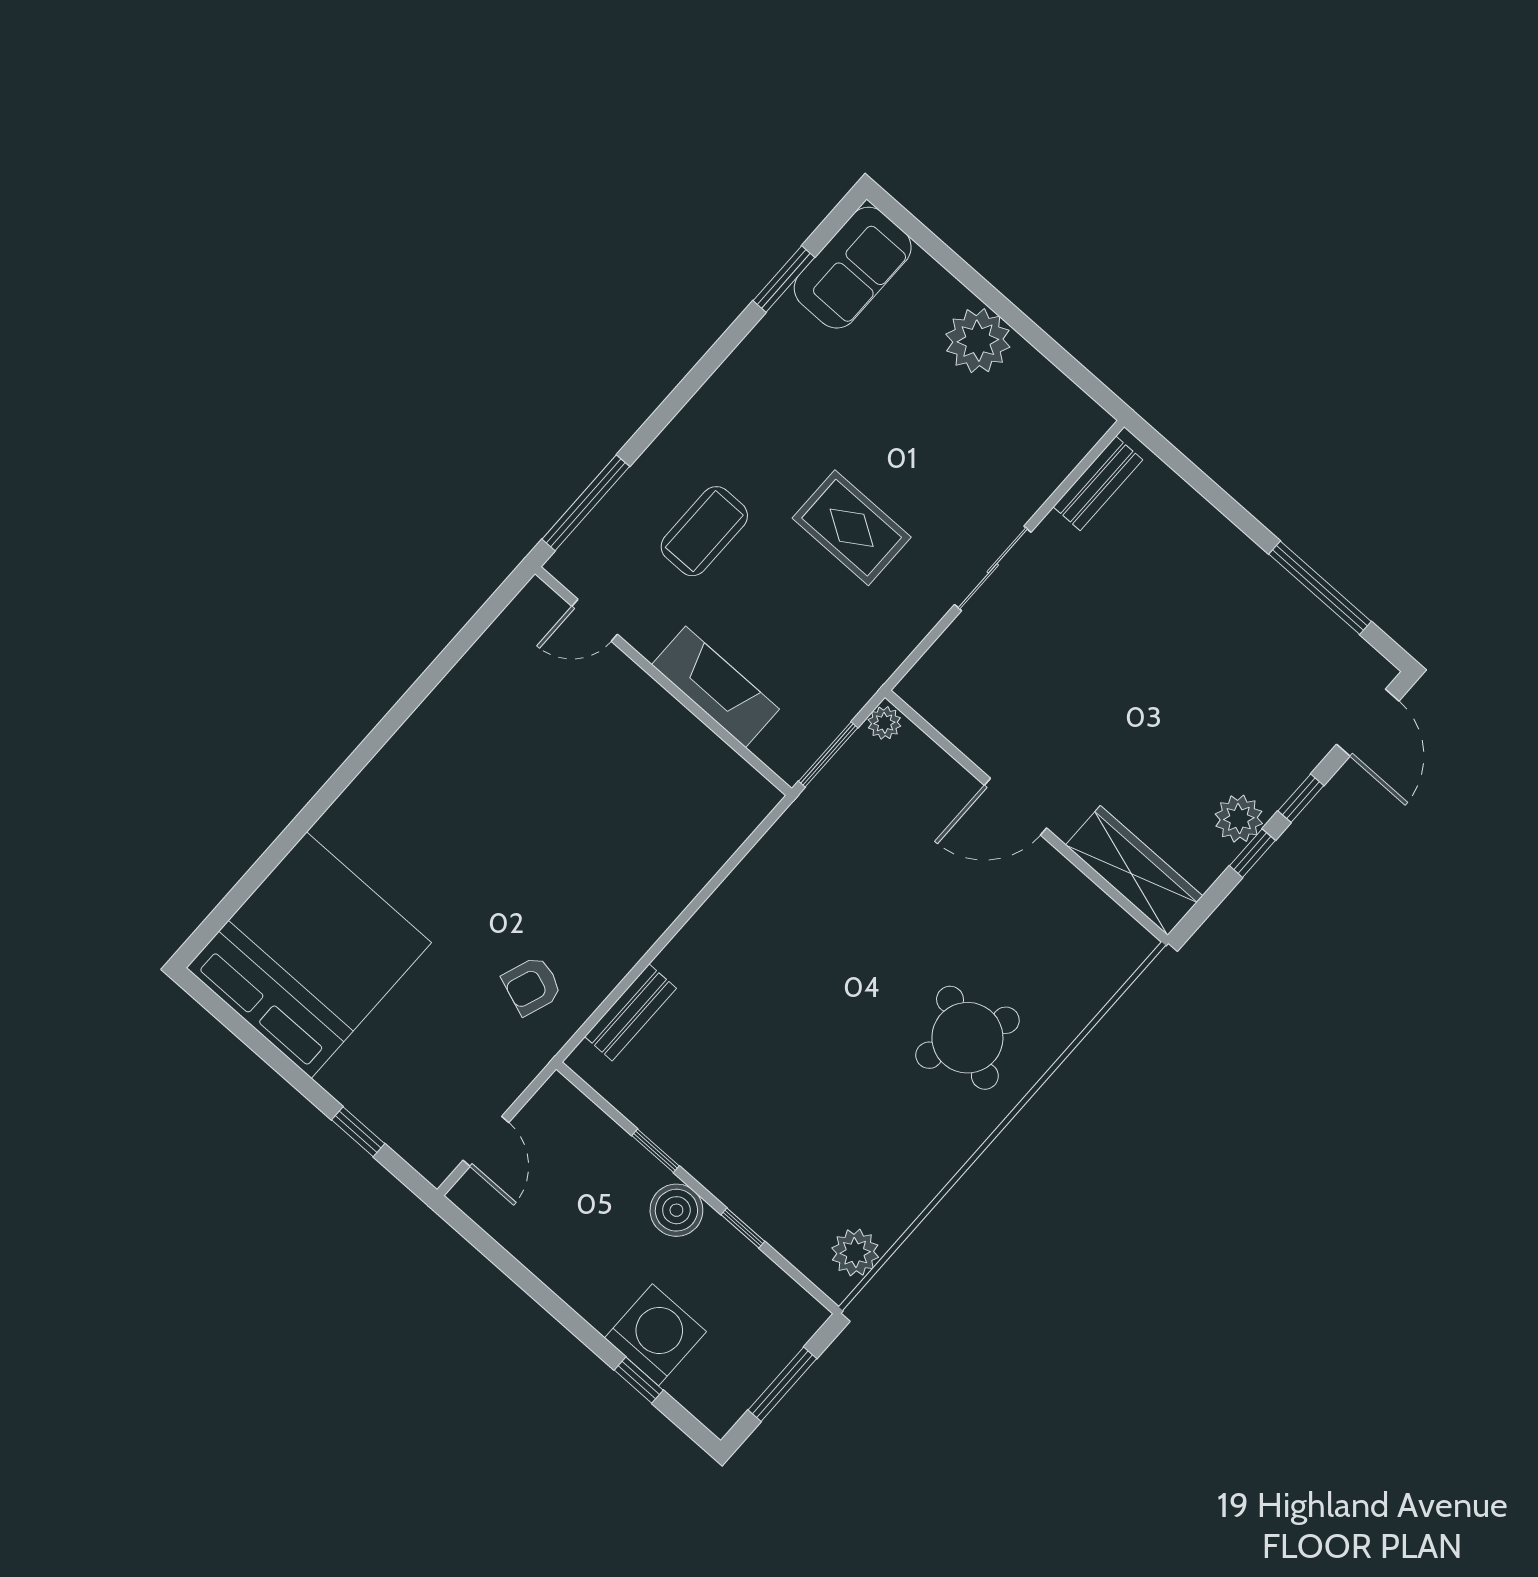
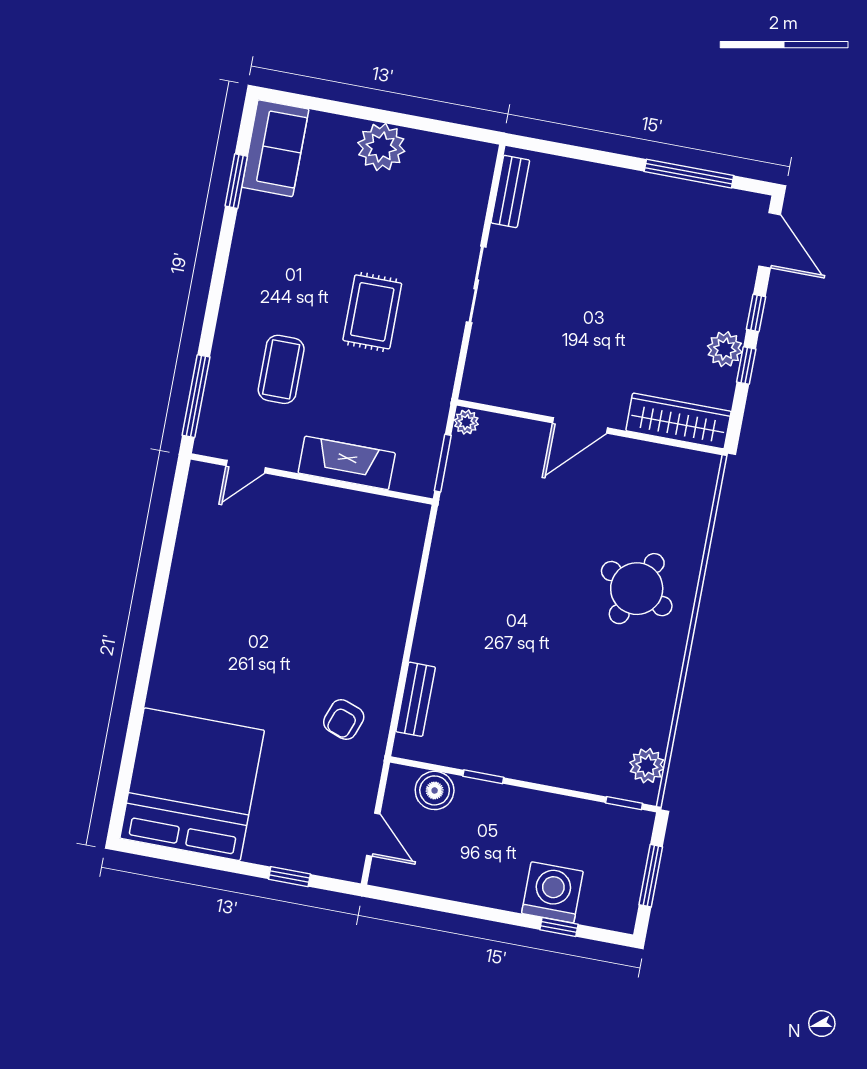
rug: (852, 528) -> (372, 312), turned 90
boiler: (676, 1210) -> (435, 790), moved
window: (743, 1228) -> (624, 803), moved

